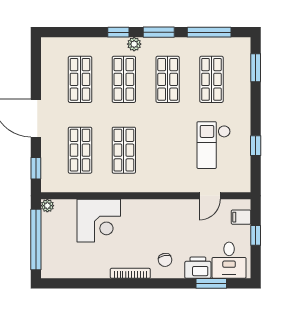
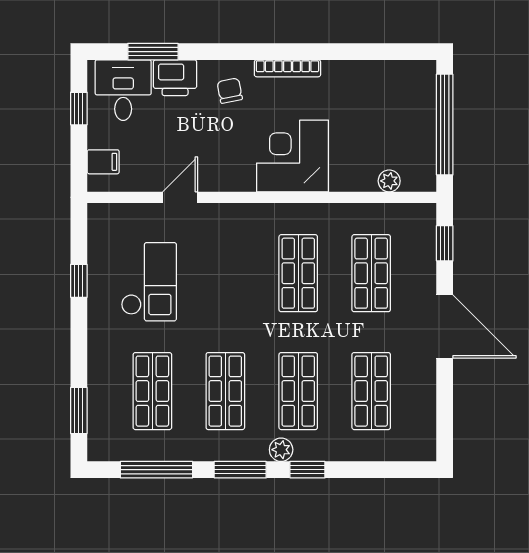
door: (210, 196) -> (180, 197), moved
plant: (47, 206) -> (389, 181), moved
corner desk: (99, 221) -> (292, 156), moved
window: (256, 235) -> (79, 109), moved

